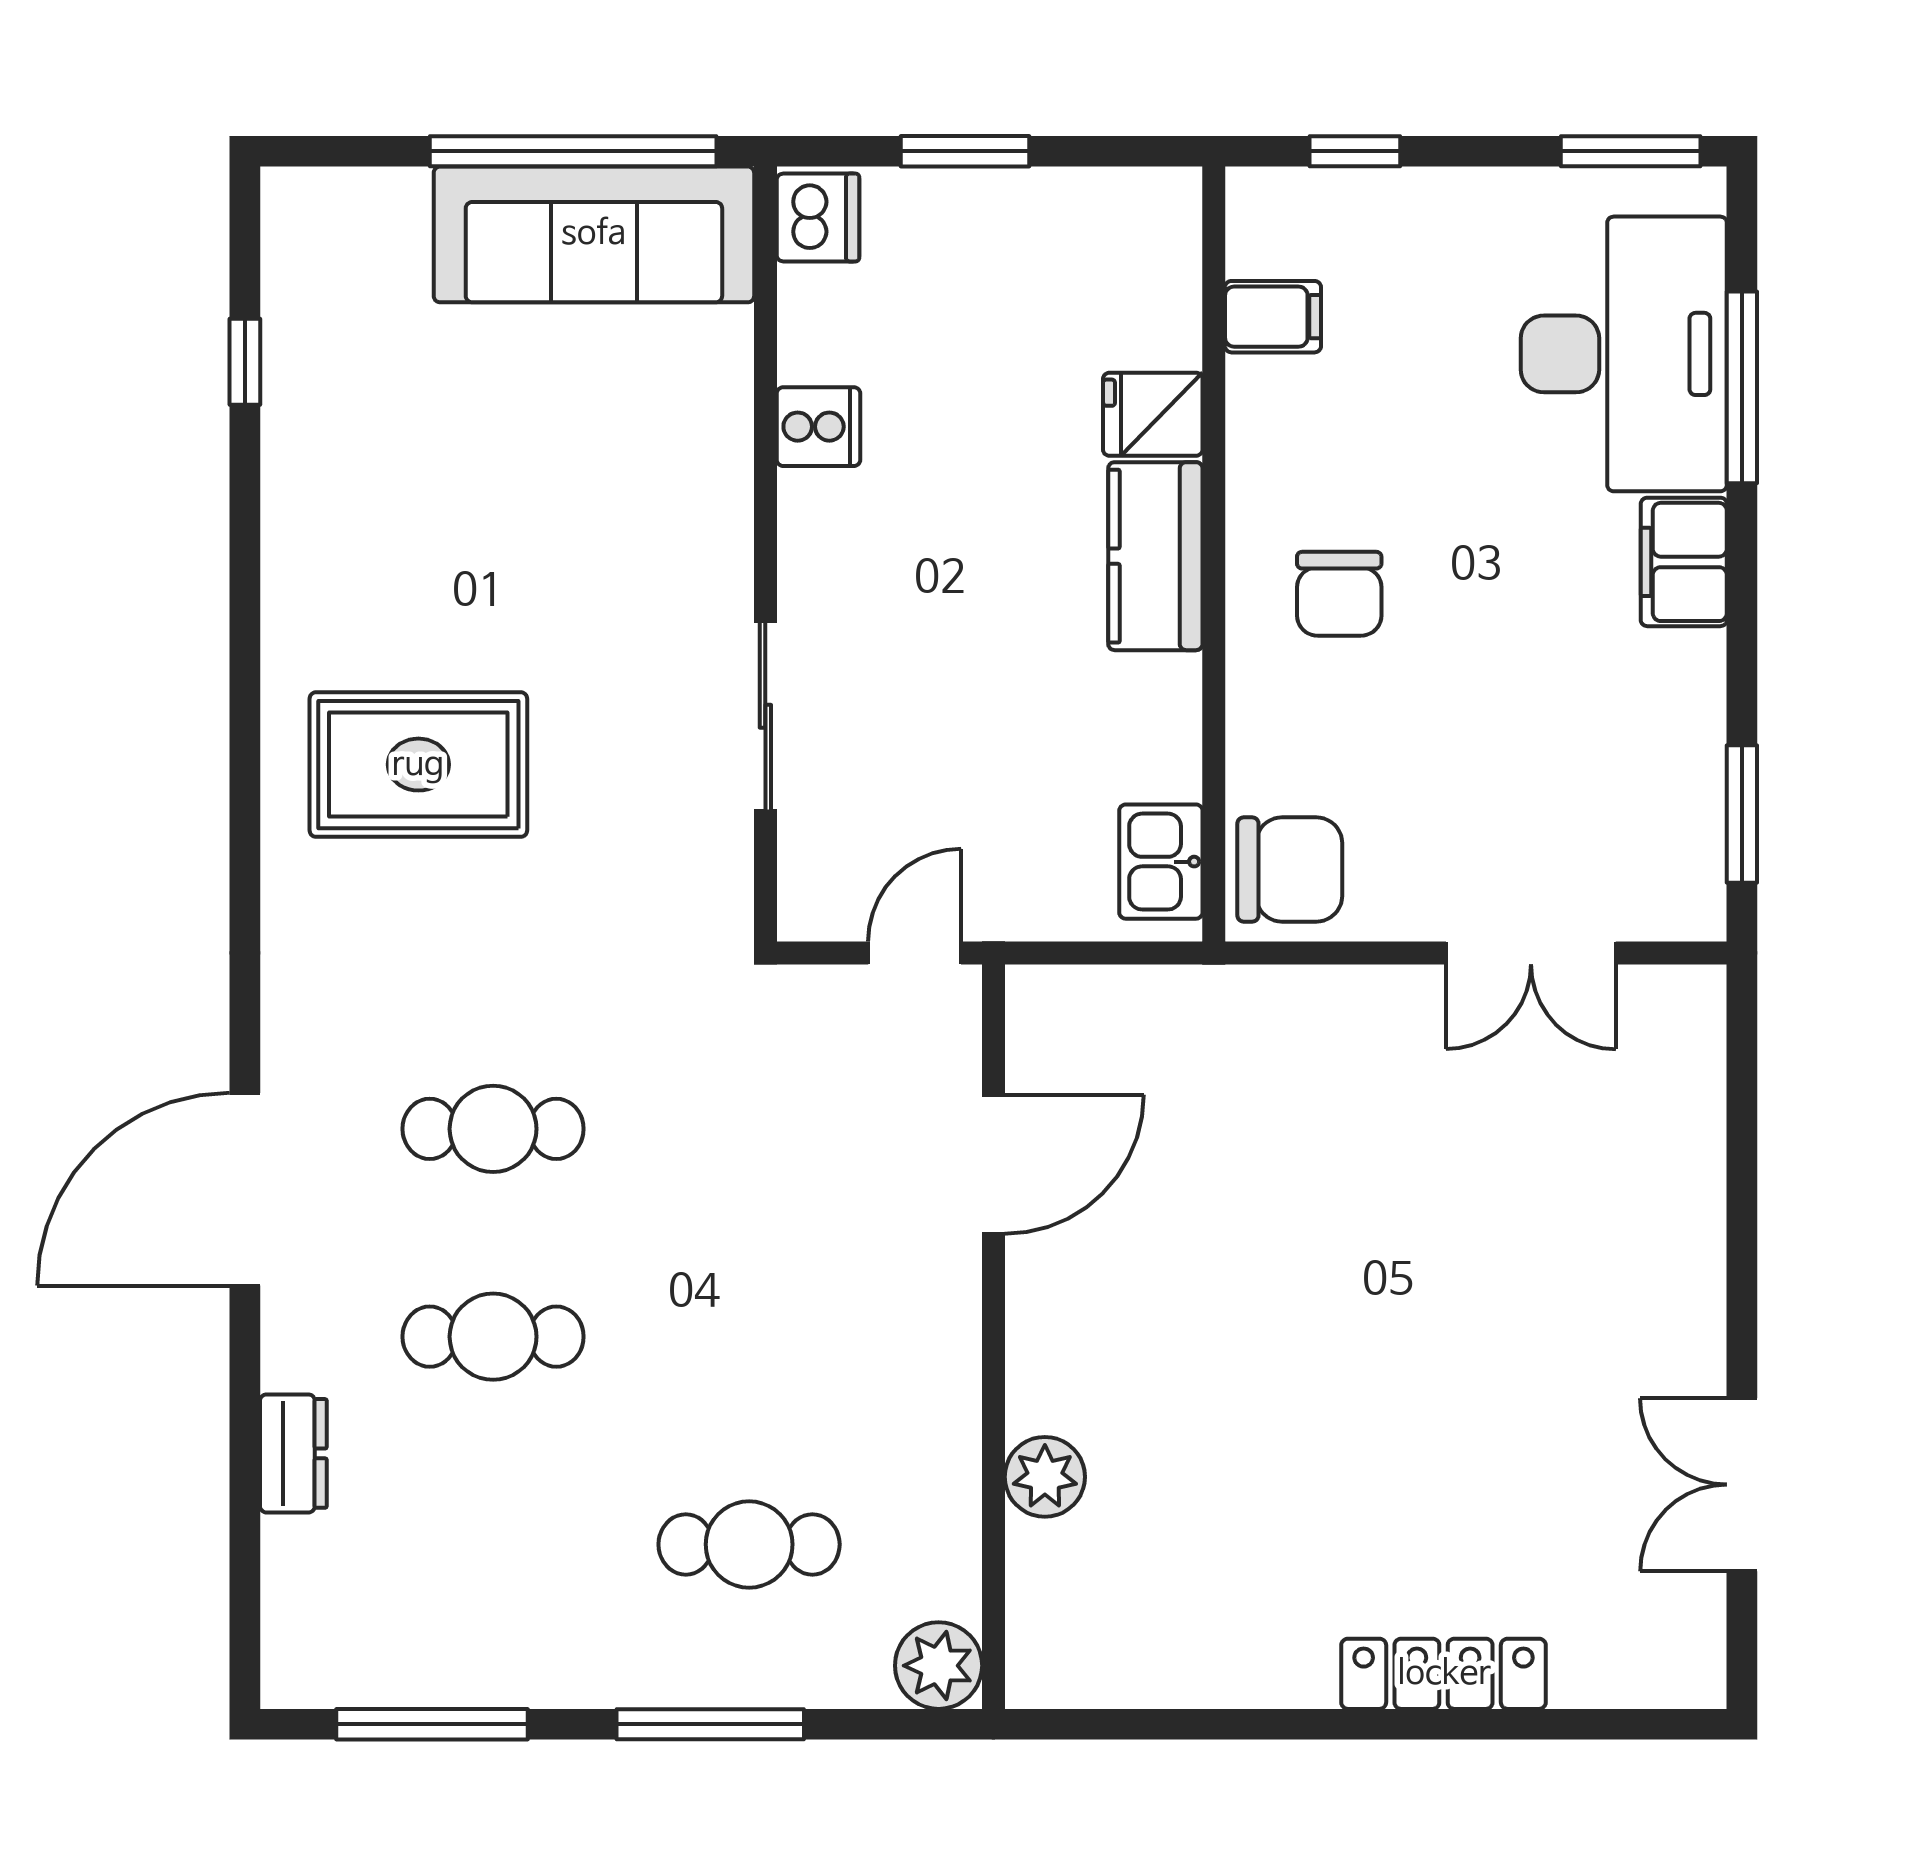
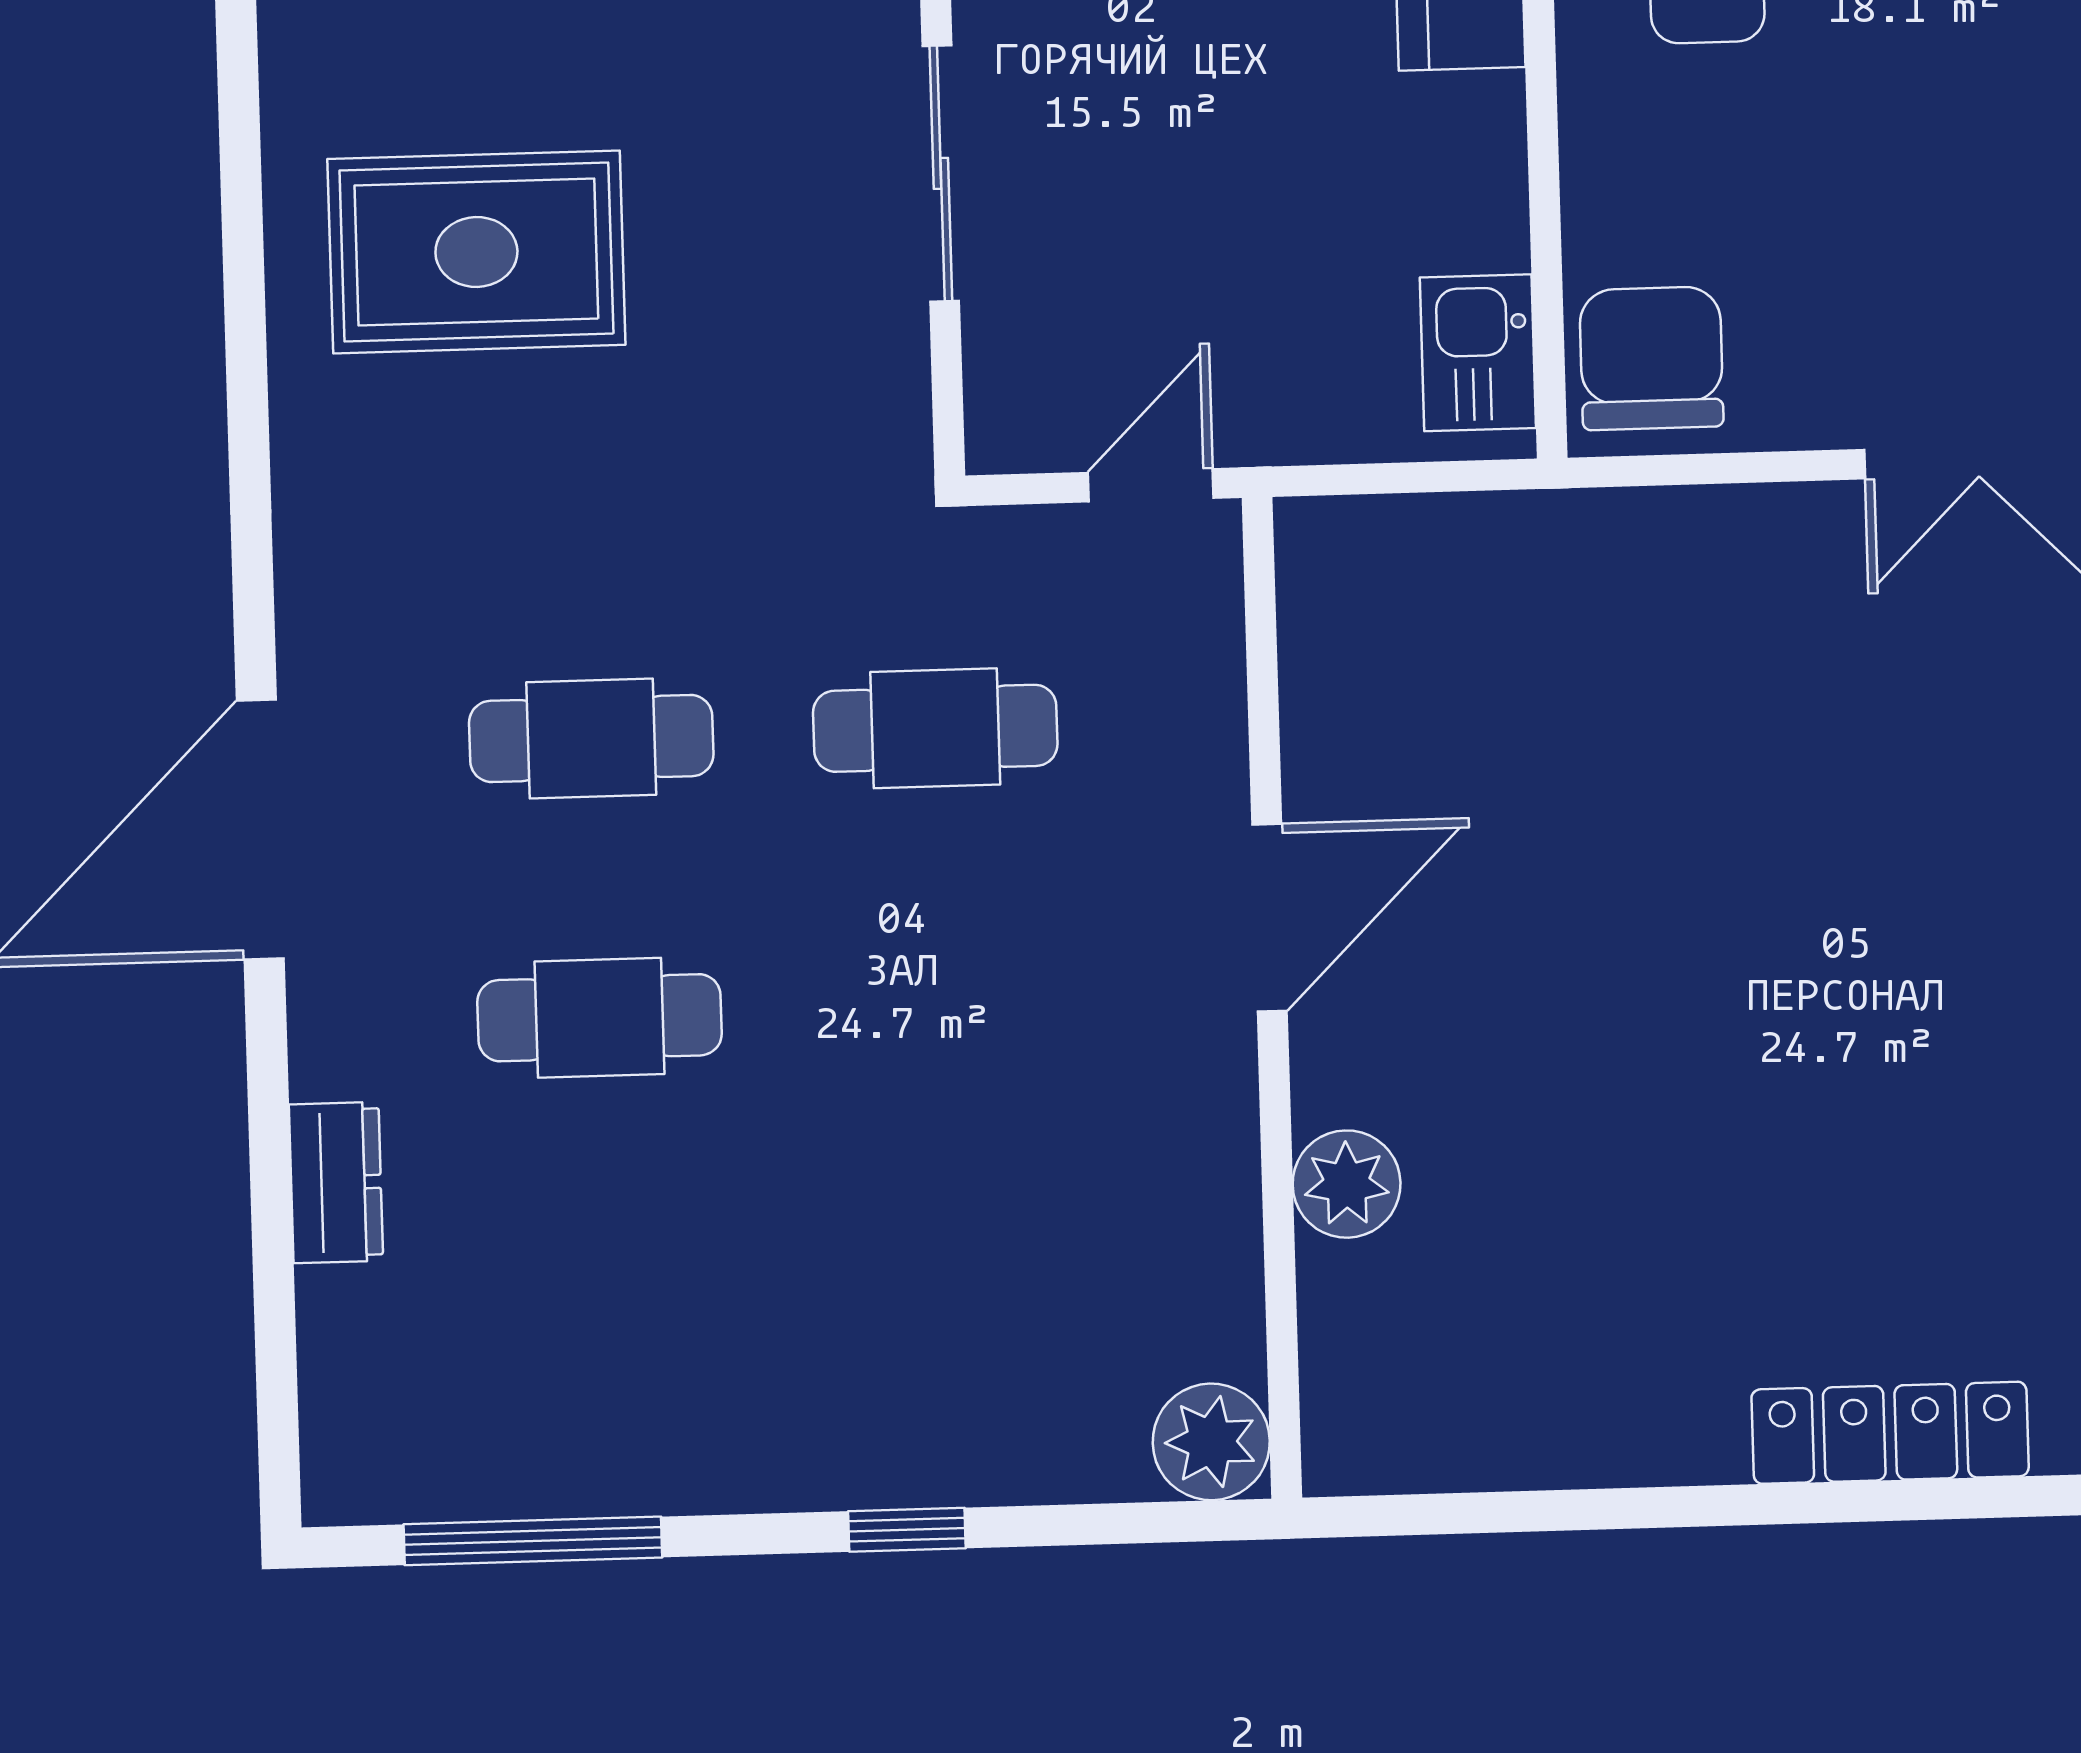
chair: (1290, 869) -> (1651, 358), turned -90
door: (993, 1164) -> (1269, 918), moved
cafe table: (749, 1544) -> (935, 728), moved
window: (710, 1724) -> (907, 1530), width x0.46

